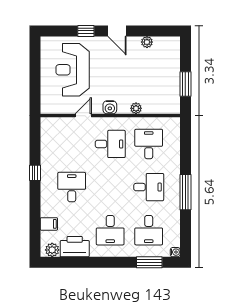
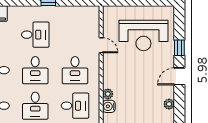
reception desk: (73, 70) -> (143, 35), turned 180
water cooler: (110, 107) -> (109, 106), moved
desk: (110, 187) -> (35, 70), added

